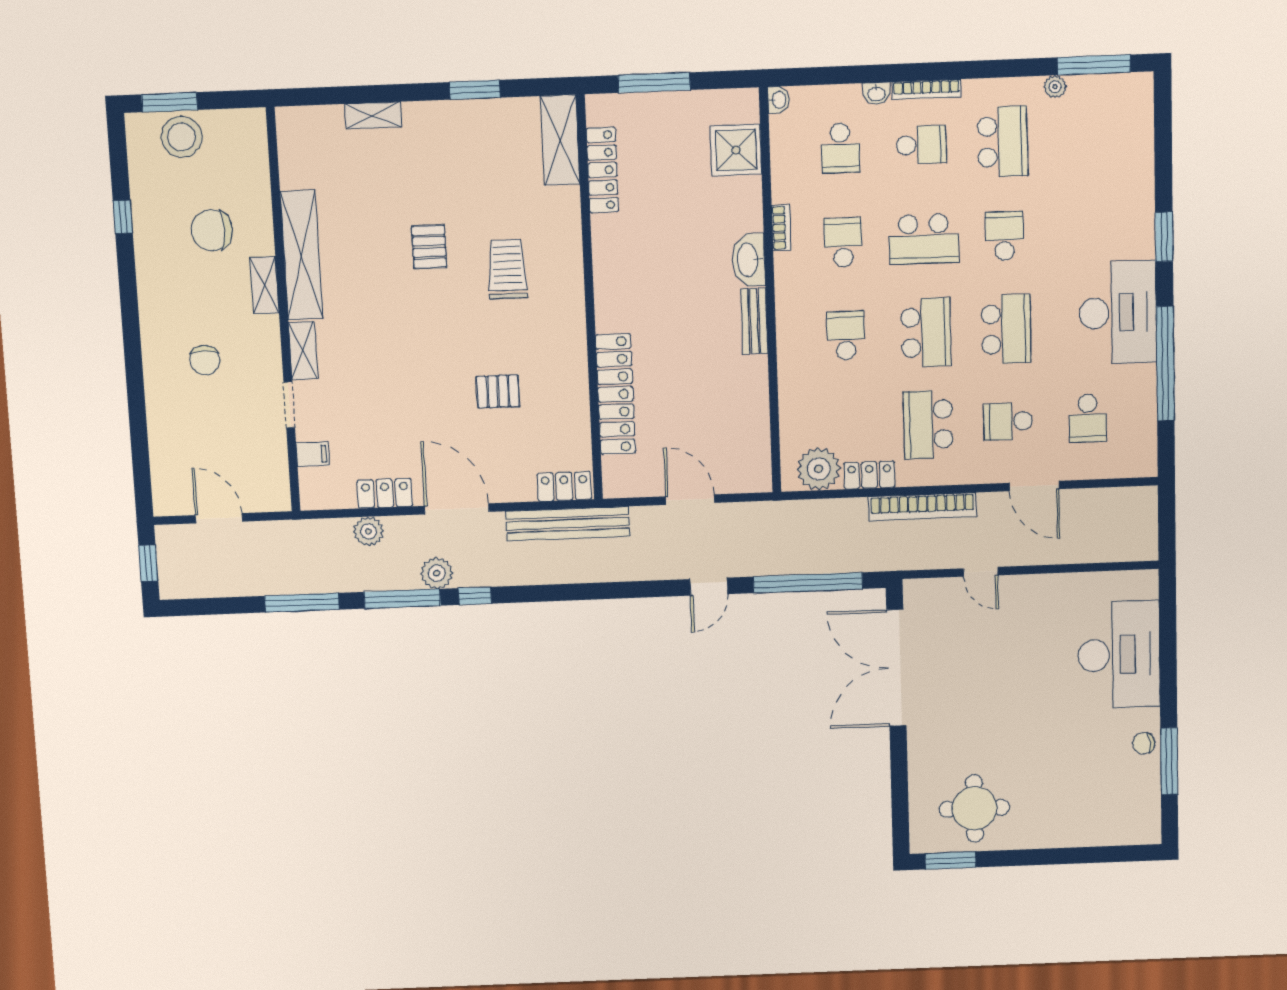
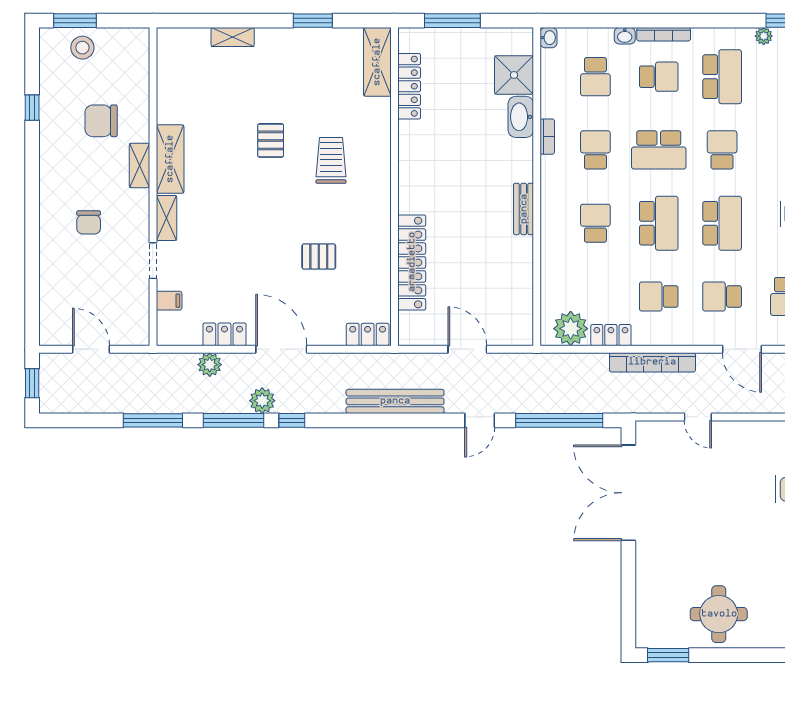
stool: (182, 137) -> (82, 48), width x0.73, depth x0.73
shelving: (301, 255) -> (170, 159), width x0.68
washbasin: (749, 260) -> (521, 117), moved
school desk: (928, 425) -> (659, 296), width x0.54
bench: (568, 524) -> (395, 401), moved
round table: (974, 808) -> (719, 614), moved

